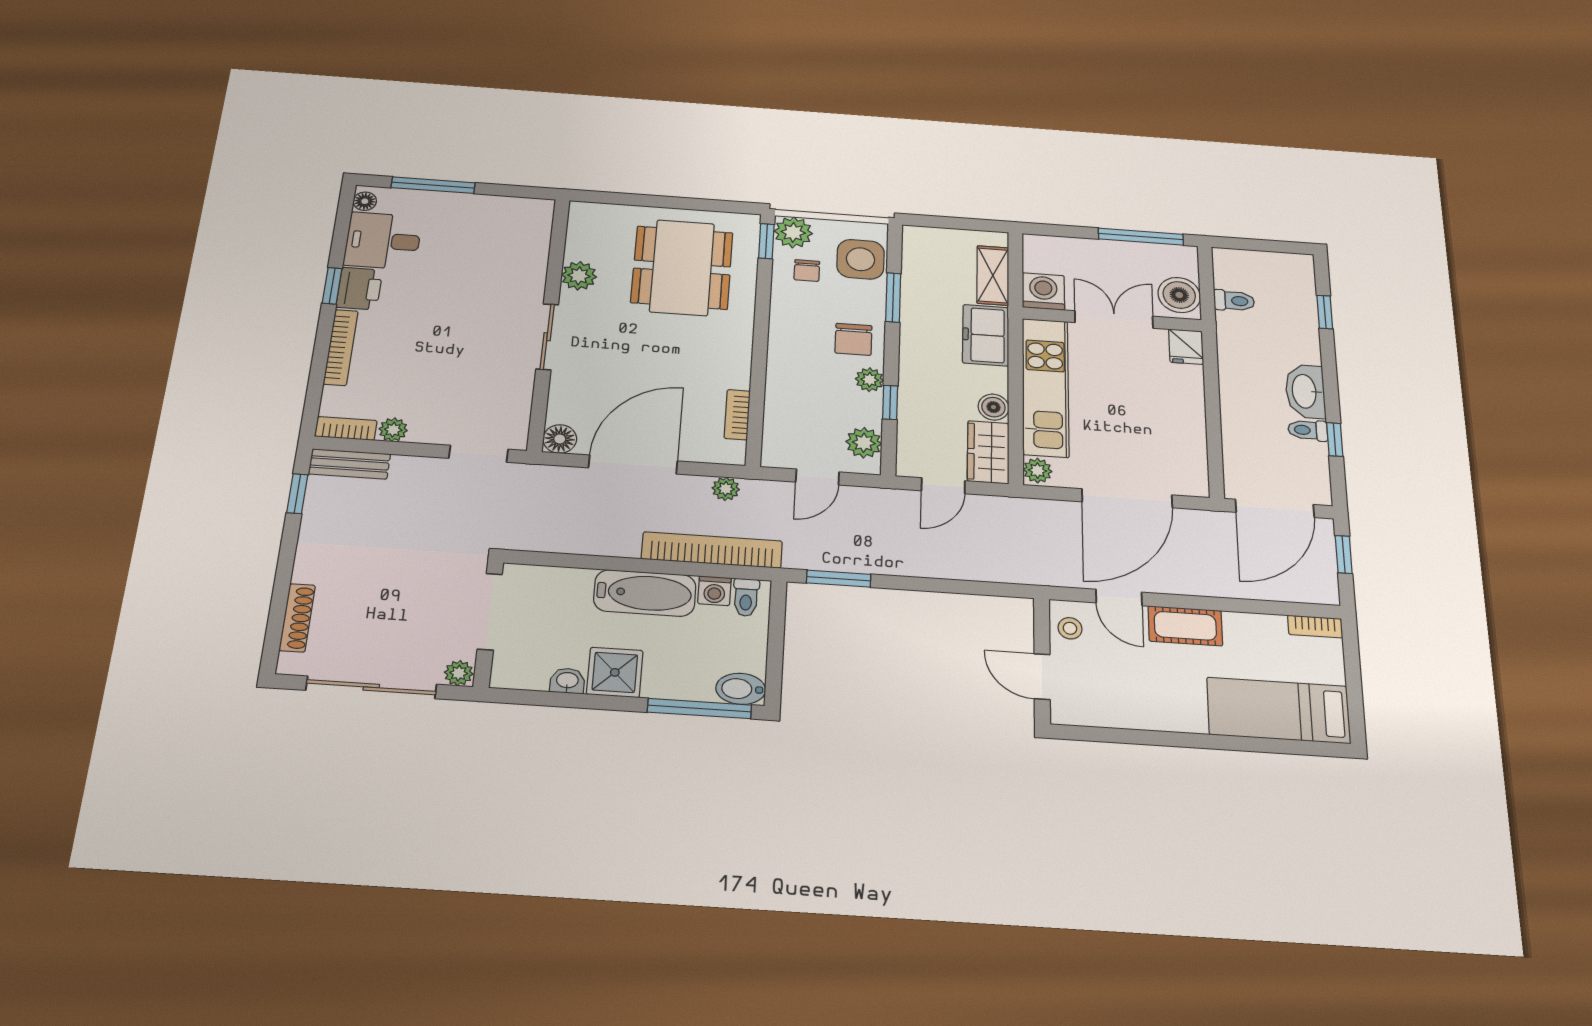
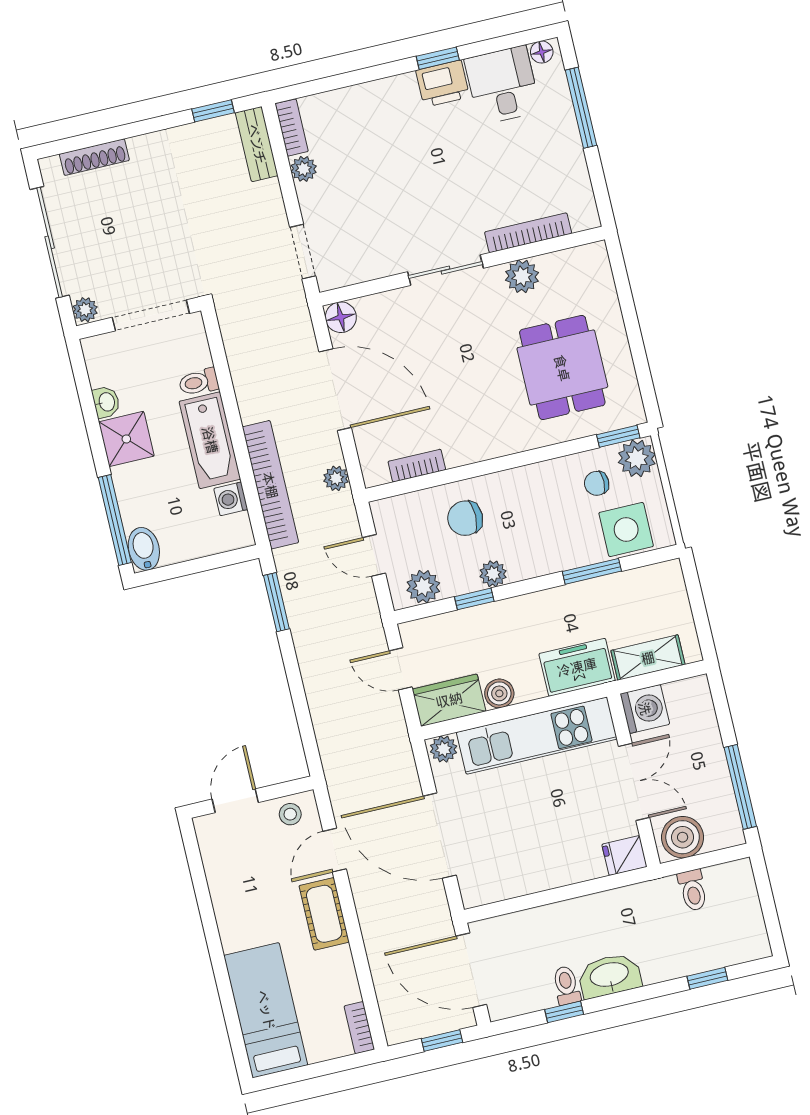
dining table: (682, 268) -> (562, 368), width x0.73
chair: (853, 339) -> (465, 518), moved
bookcase: (341, 347) -> (528, 233), moved, turned 180
toilet: (746, 597) -> (199, 382), moved

